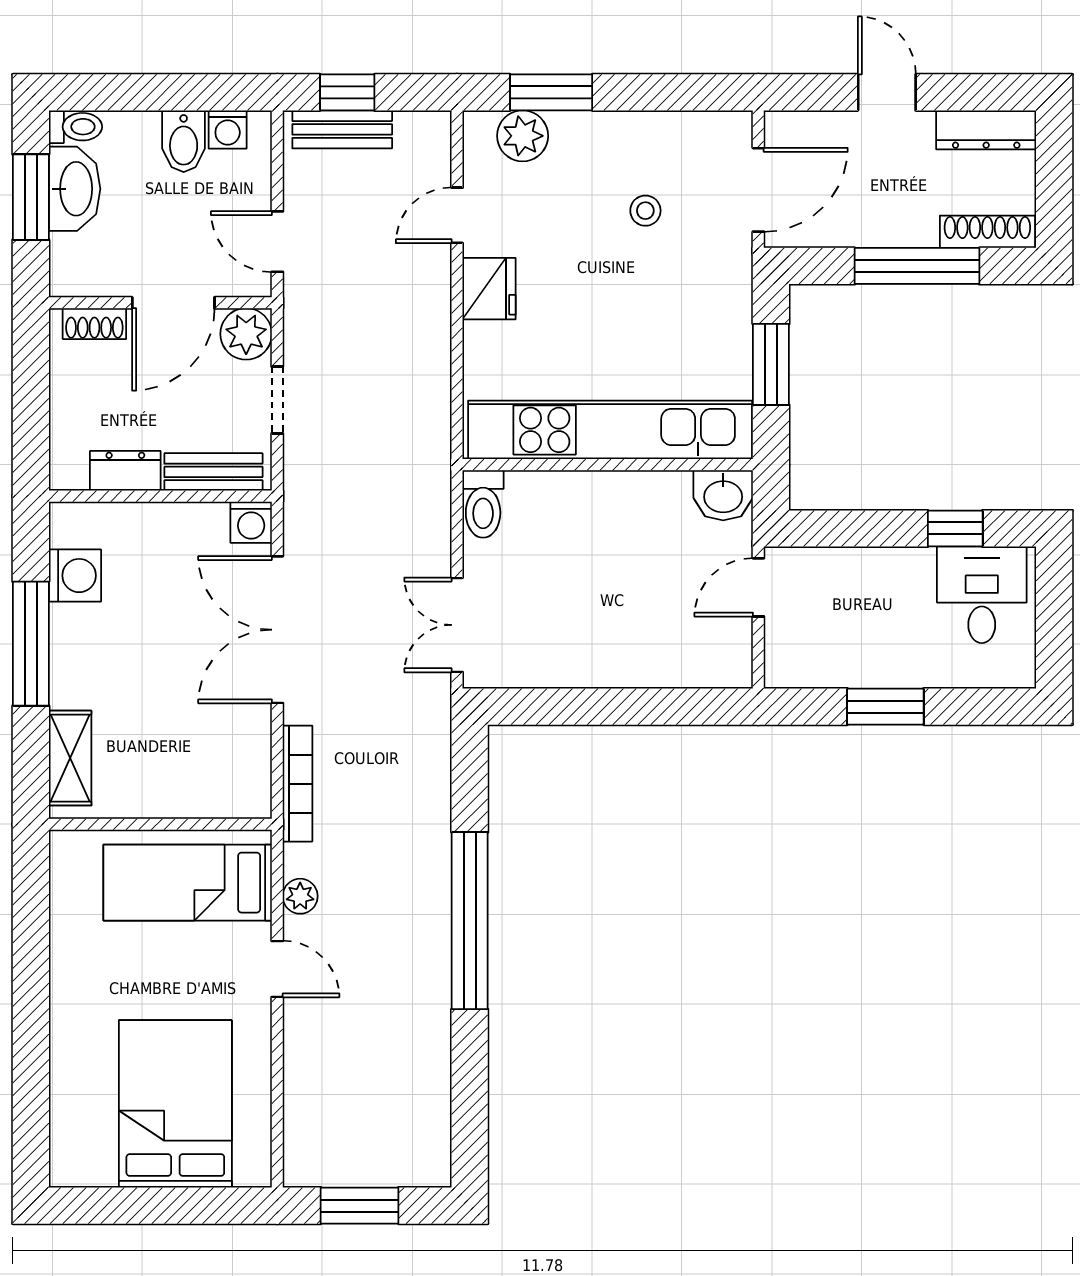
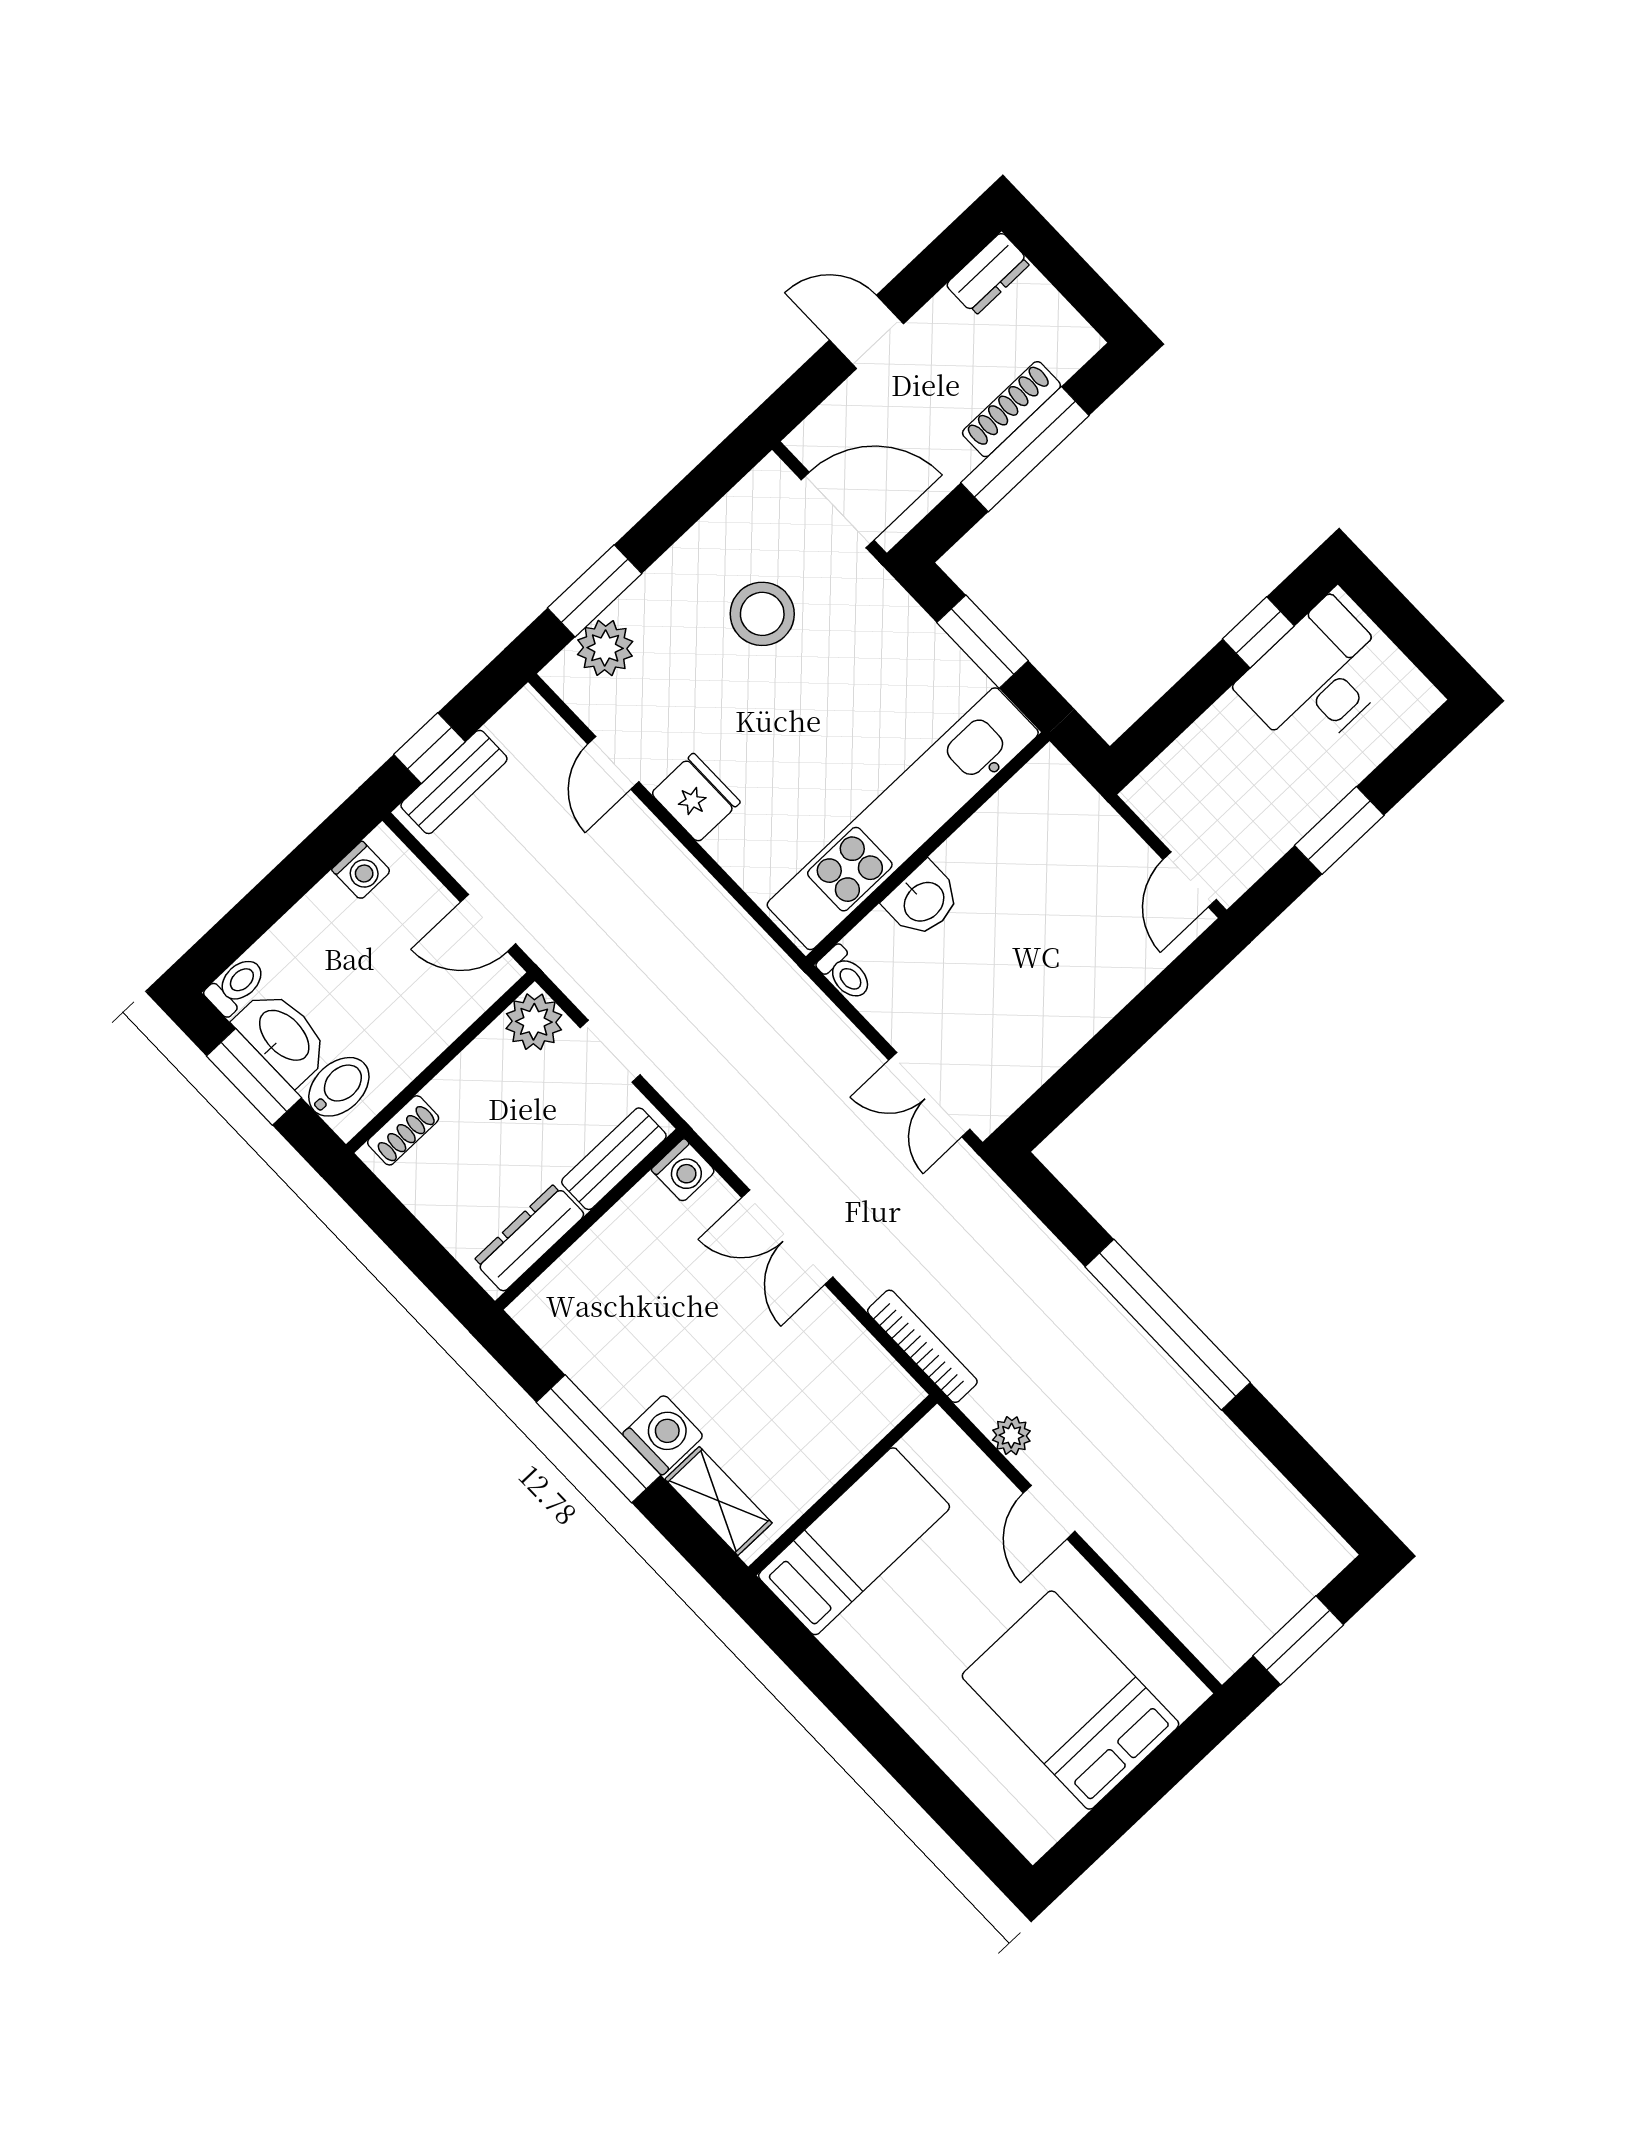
dresser: (986, 130) -> (988, 274), width x0.70
bidet: (184, 141) -> (339, 1087), moved, turned -90
door: (758, 190) -> (838, 510), hinge flipped
stool: (645, 211) -> (762, 614), width x1.89, depth x1.89
shoe rack: (987, 232) -> (1011, 409), moved
door: (173, 303) -> (451, 1053), removed
dresser: (125, 471) -> (529, 1238), width x1.44
washbasin: (723, 495) -> (923, 901), moved
toilet: (483, 504) -> (845, 973), width x0.73, depth x0.72
washing machine: (75, 576) -> (663, 1435), moved
door: (758, 587) -> (1190, 880), moved
desk: (982, 595) -> (1318, 678), width x1.37
double door: (277, 630) -> (787, 1237), width x0.73
bed: (188, 883) -> (854, 1541), moved, turned 180
door: (277, 969) -> (1049, 1512), swing flipped

